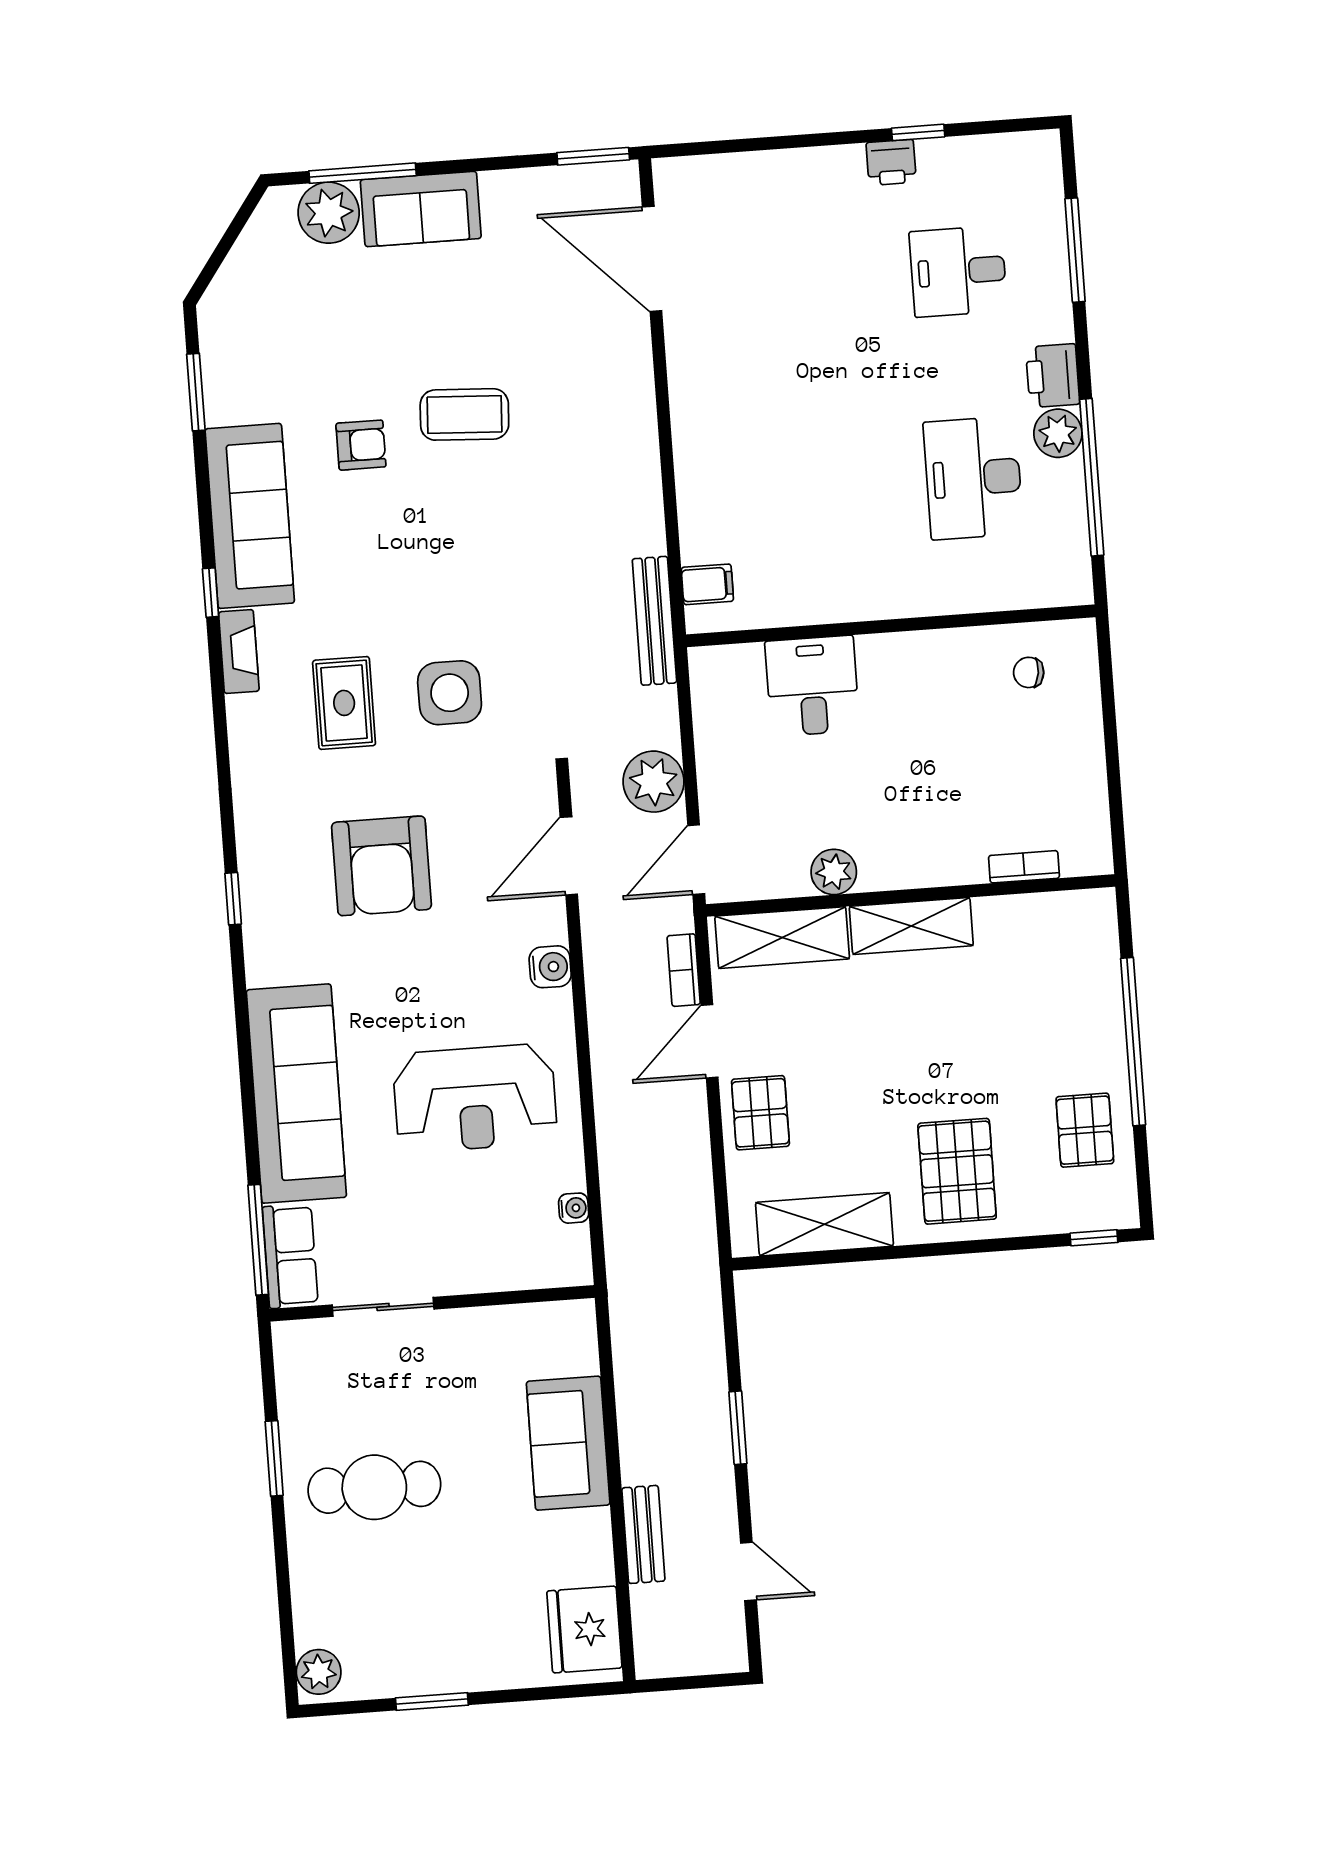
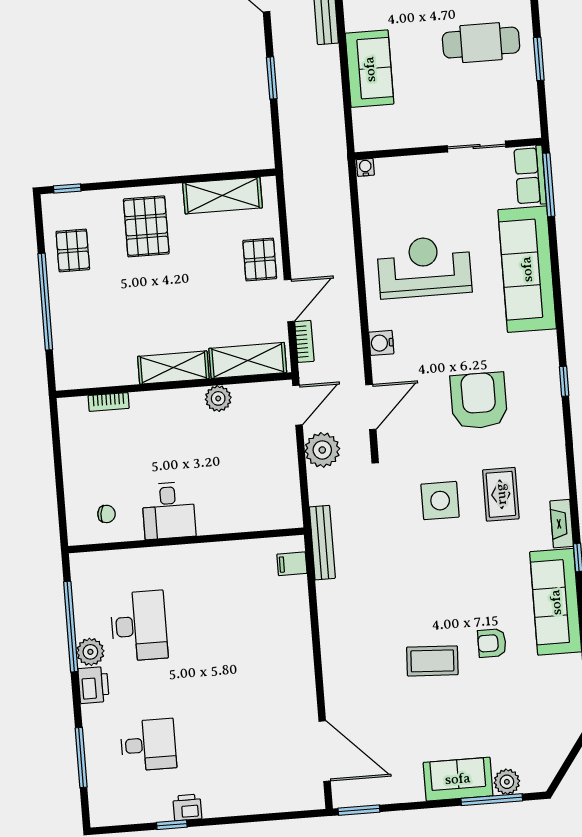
plant: (329, 213) -> (507, 782), width x0.73, depth x0.73
desk: (812, 686) -> (169, 510), moved
water cooler: (574, 1208) -> (365, 167), moved, turned 90

